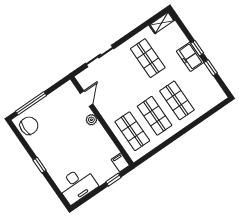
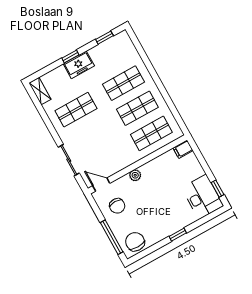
window: (211, 68) -> (104, 38), moved
door: (86, 99) -> (101, 185), moved
chair: (61, 106) -> (117, 206), added
window: (113, 180) -> (217, 189), moved

